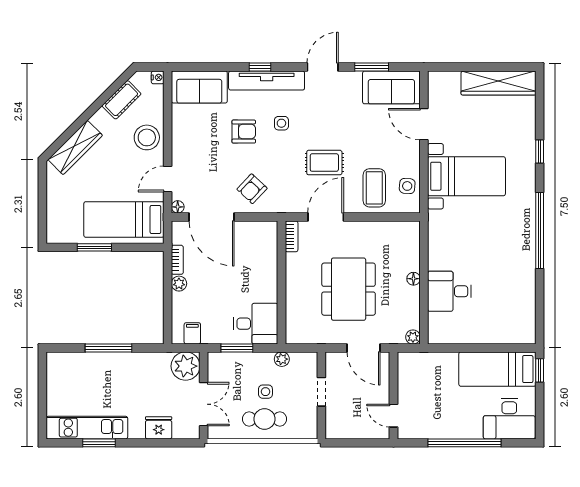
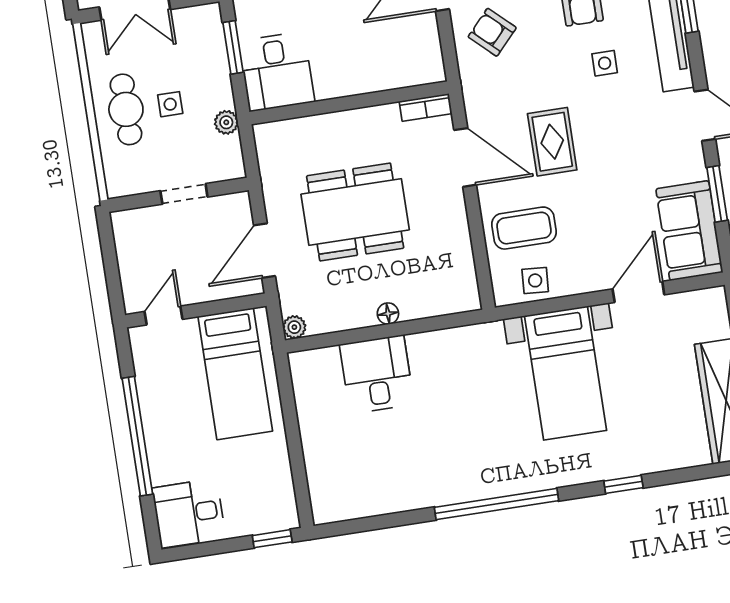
bed: (497, 369) -> (235, 374), moved, turned 180
desk: (509, 419) -> (189, 513), width x0.73

